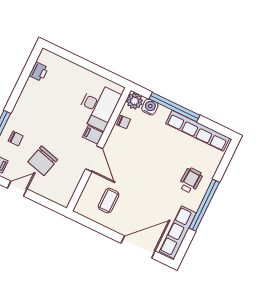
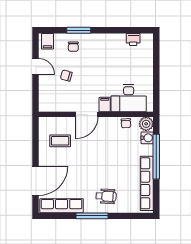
chair: (43, 161) -> (66, 76), width x0.54, depth x0.54
window: (204, 205) -> (92, 216), width x0.68
door: (138, 247) -> (35, 181), hinge flipped

